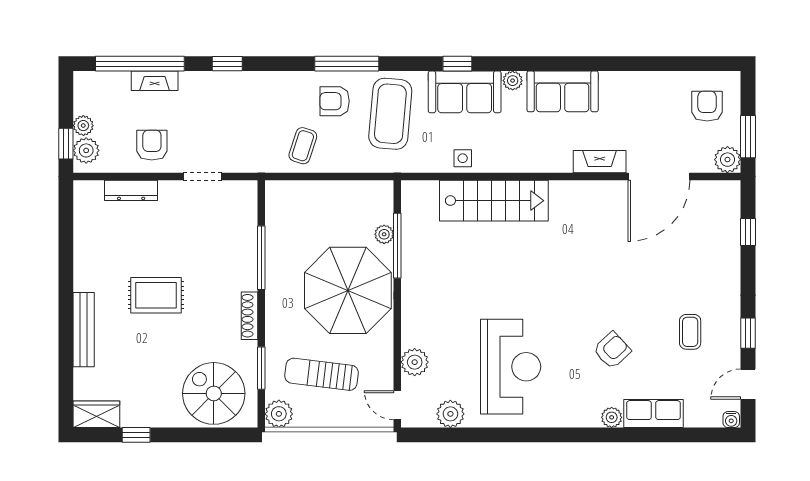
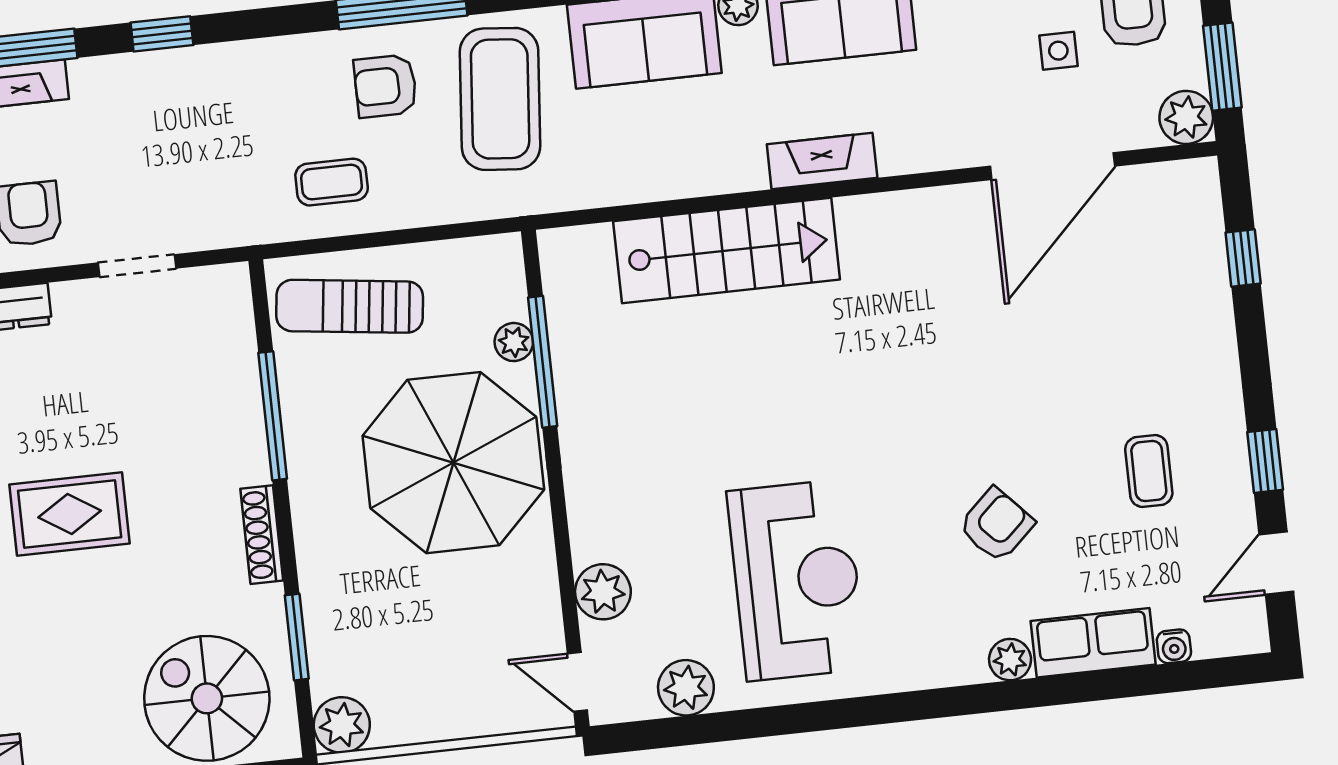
coffee table: (303, 146) -> (332, 182), turned 72
side table: (463, 158) -> (1058, 51), moved
fireplace: (600, 162) -> (822, 161), moved
sun lounger: (322, 374) -> (350, 306), moved
water cooler: (731, 420) -> (1174, 646), moved

